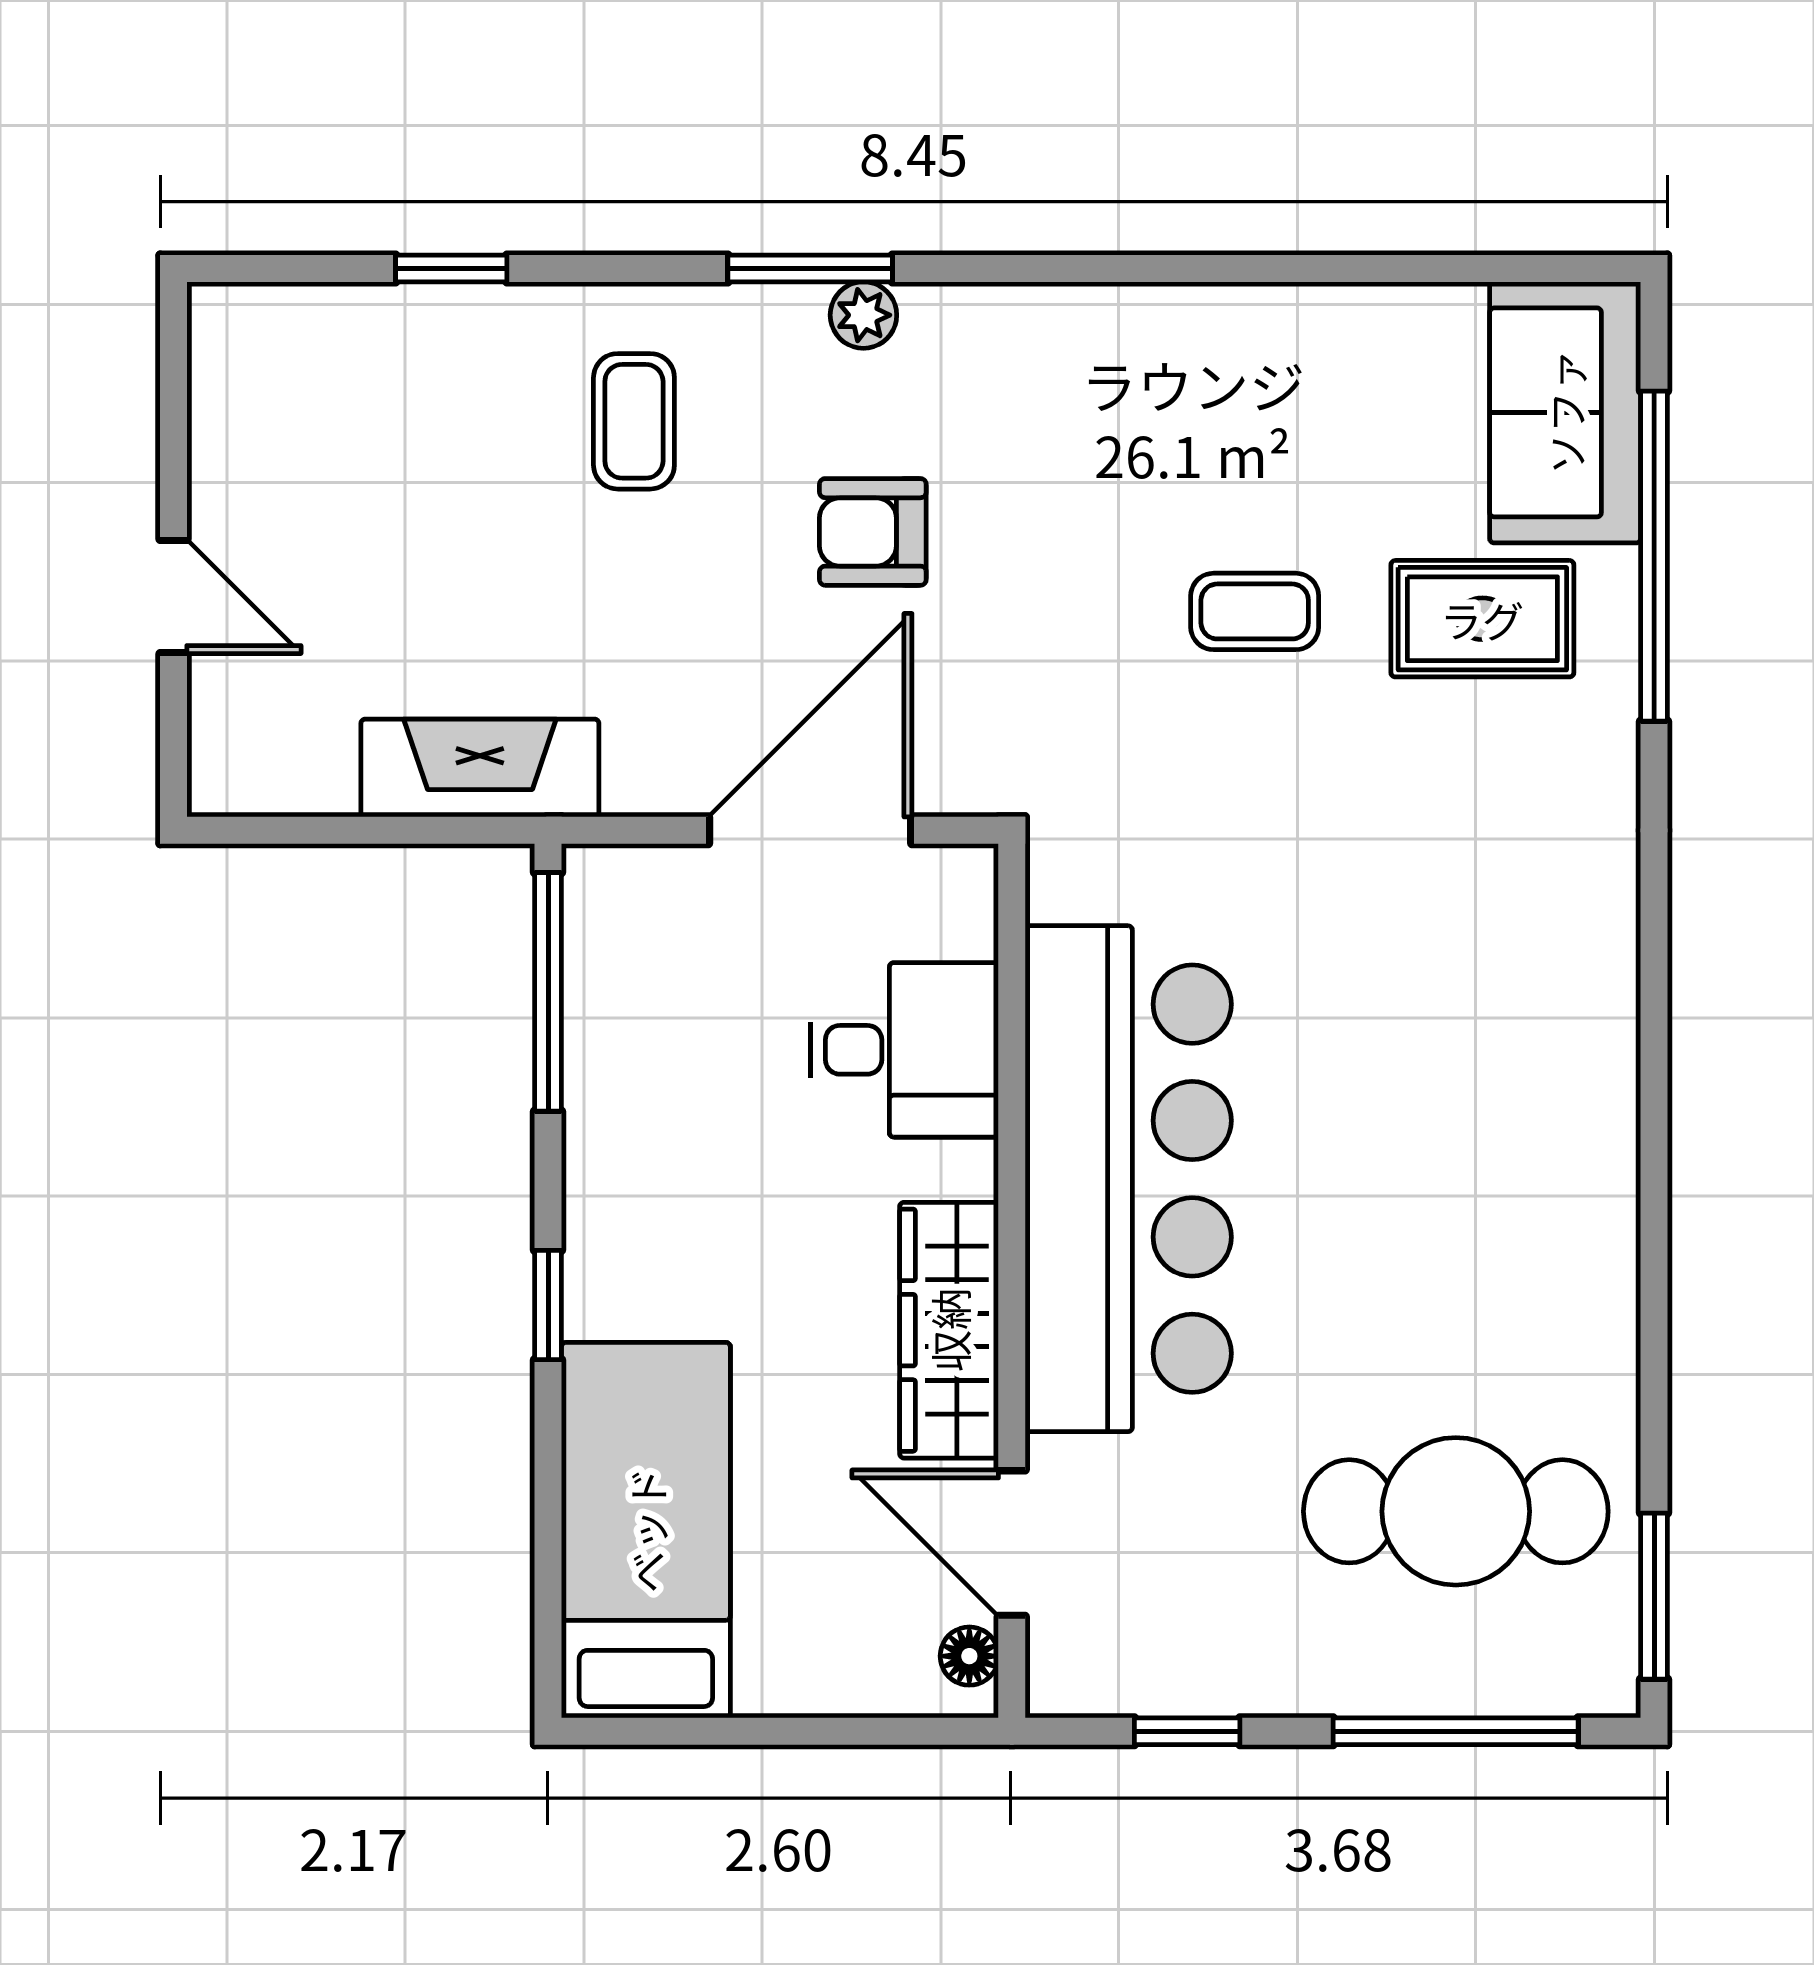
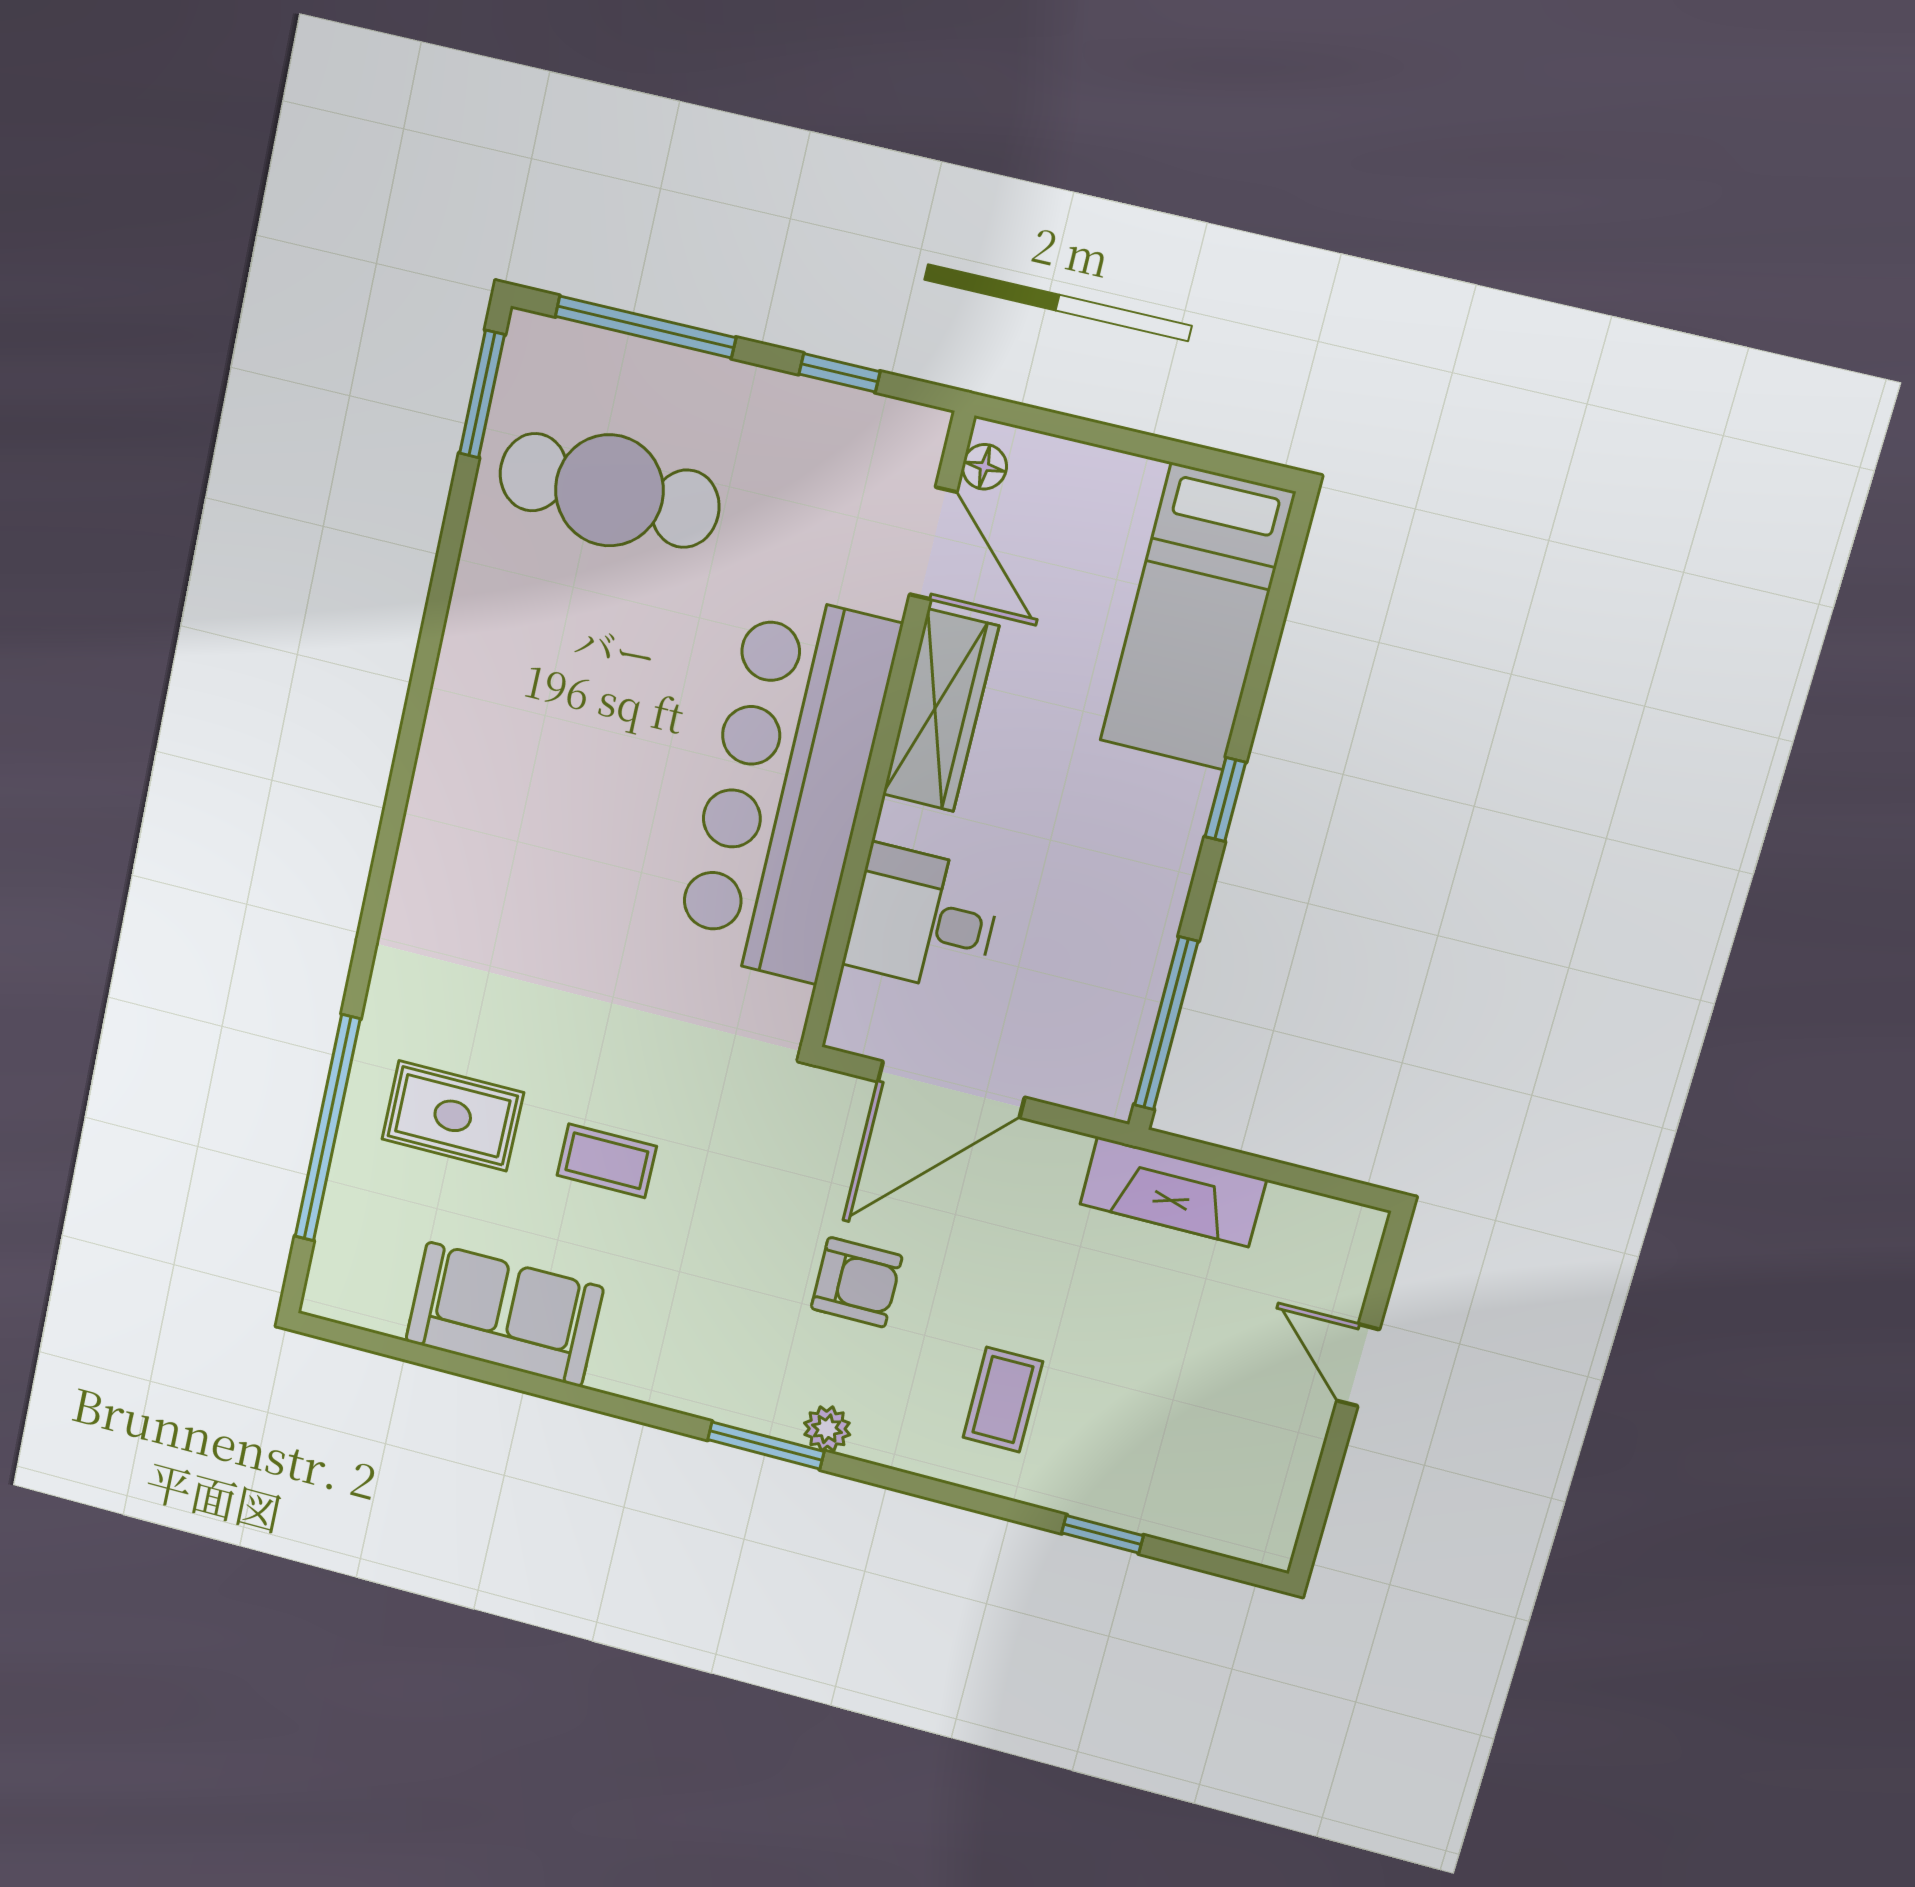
window: (810, 268) -> (766, 1445), moved
sofa: (1565, 412) -> (504, 1314), moved, turned -90

